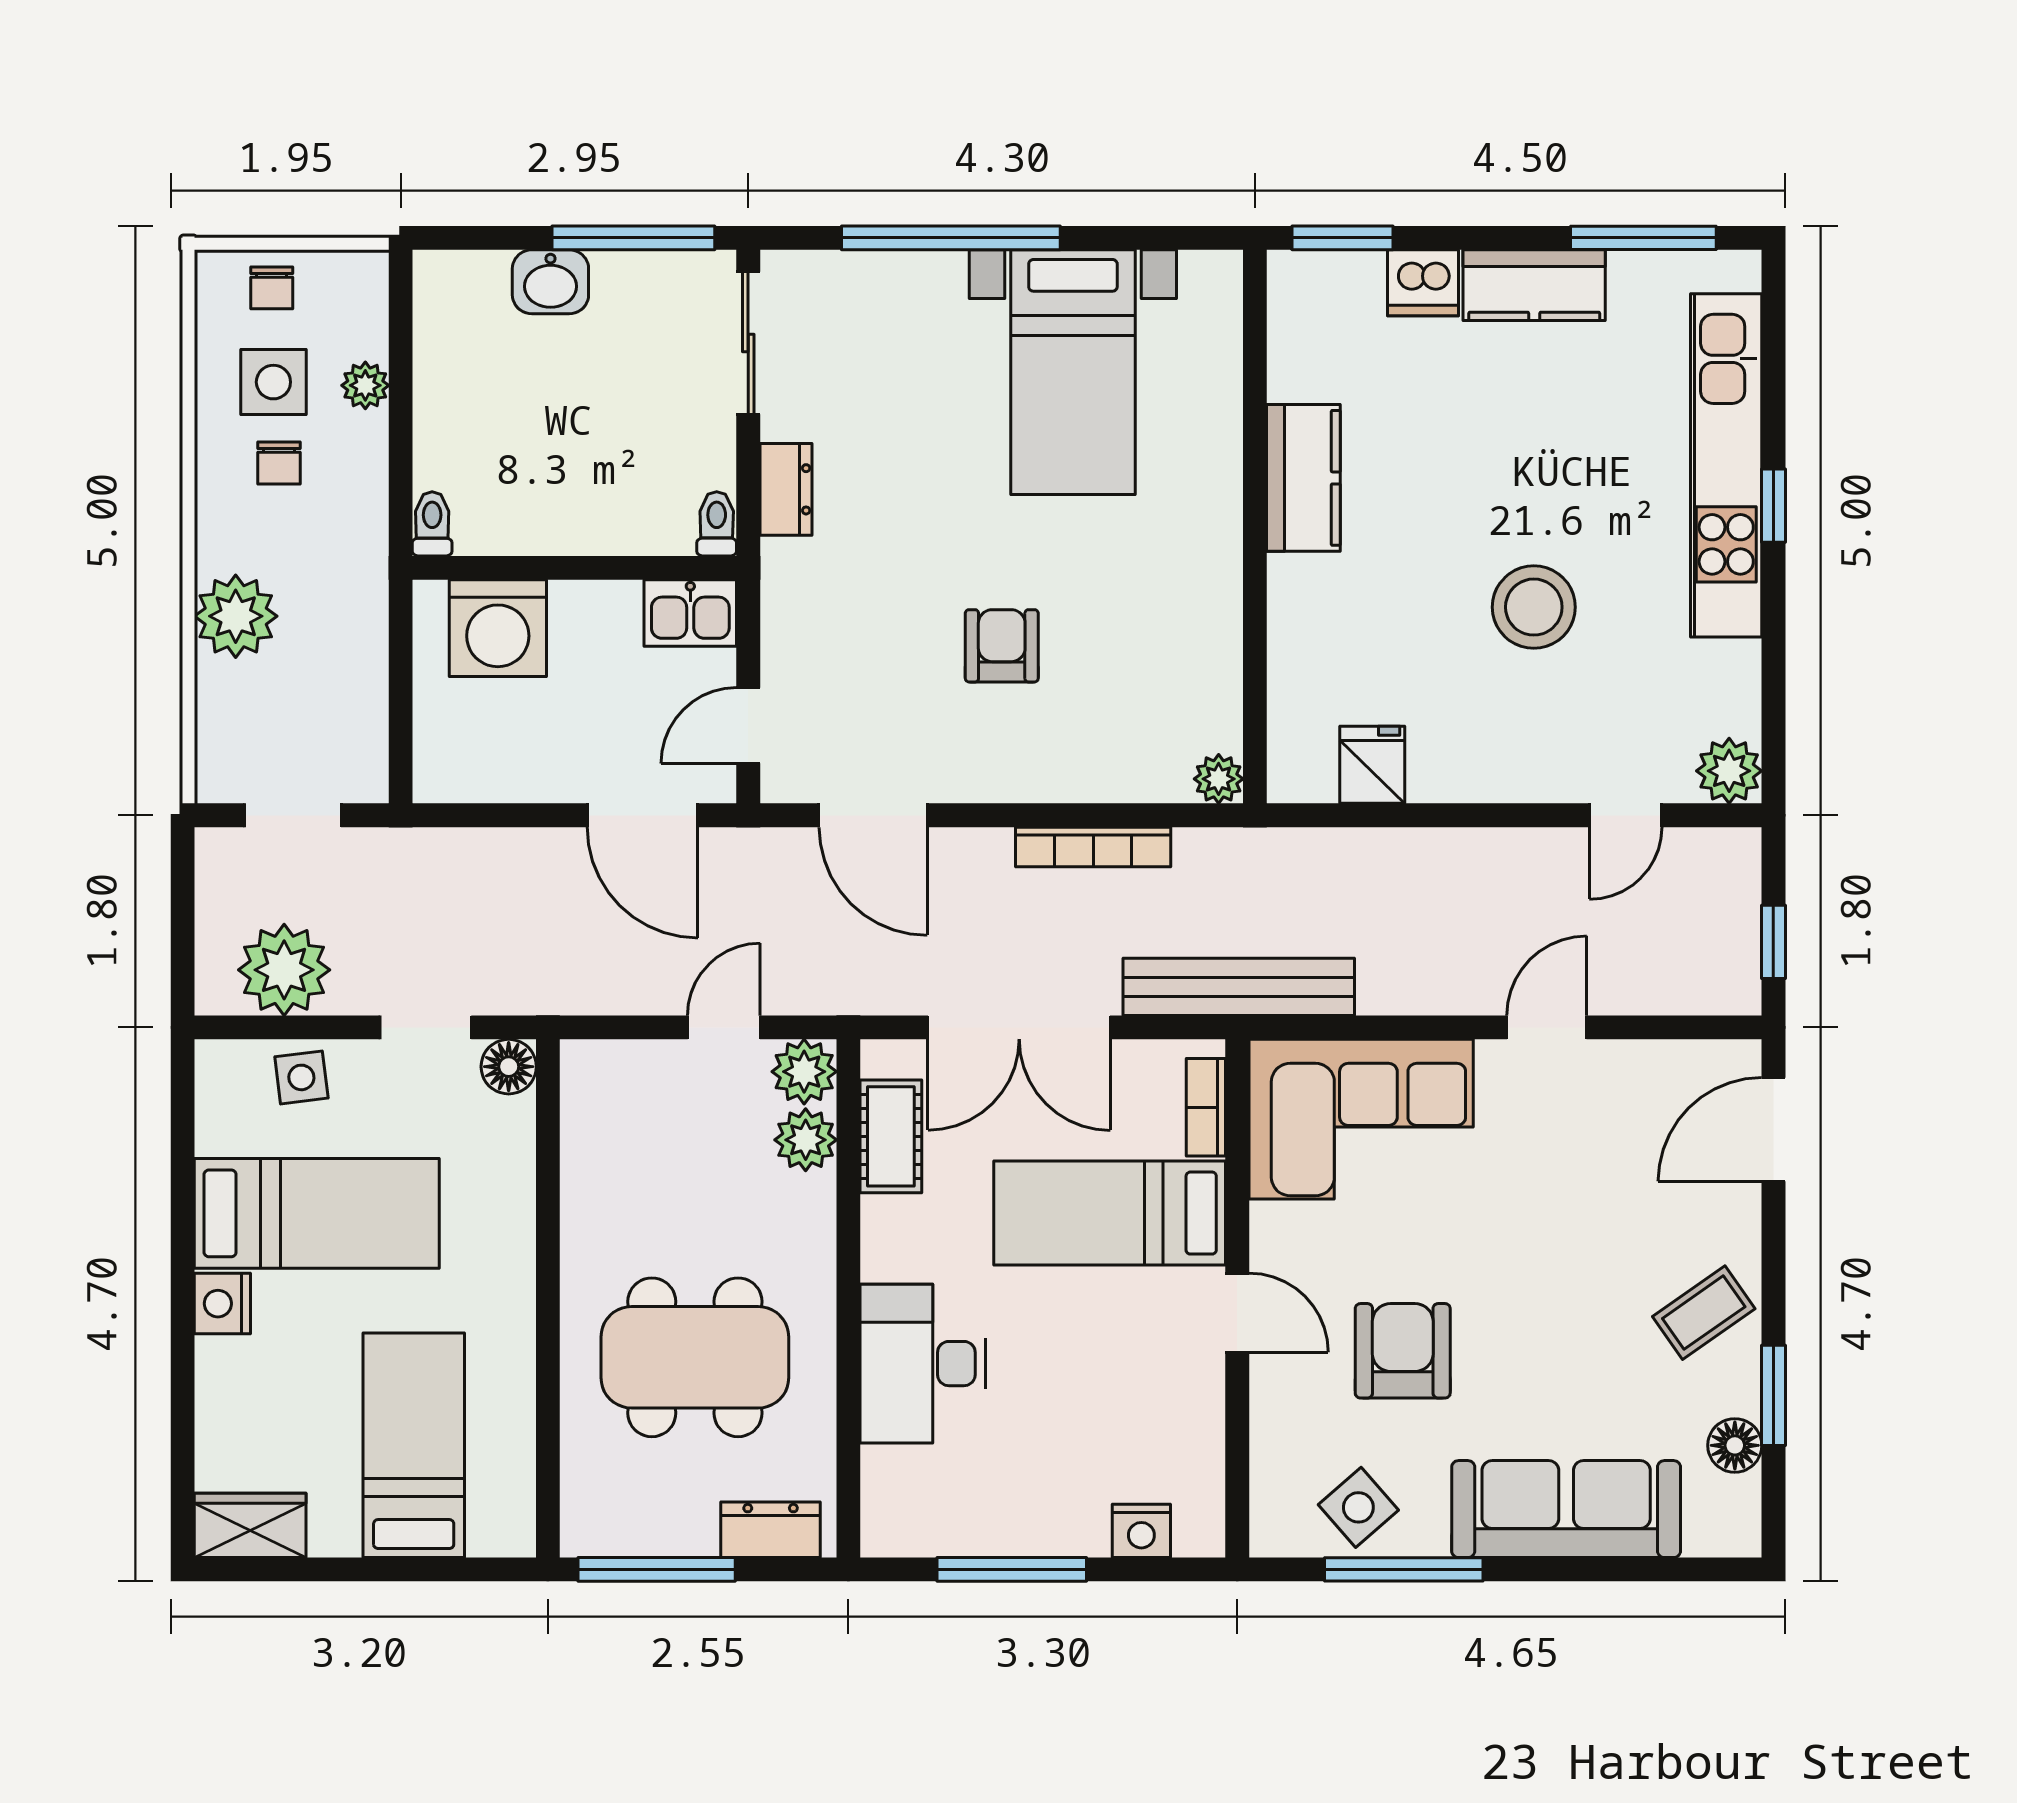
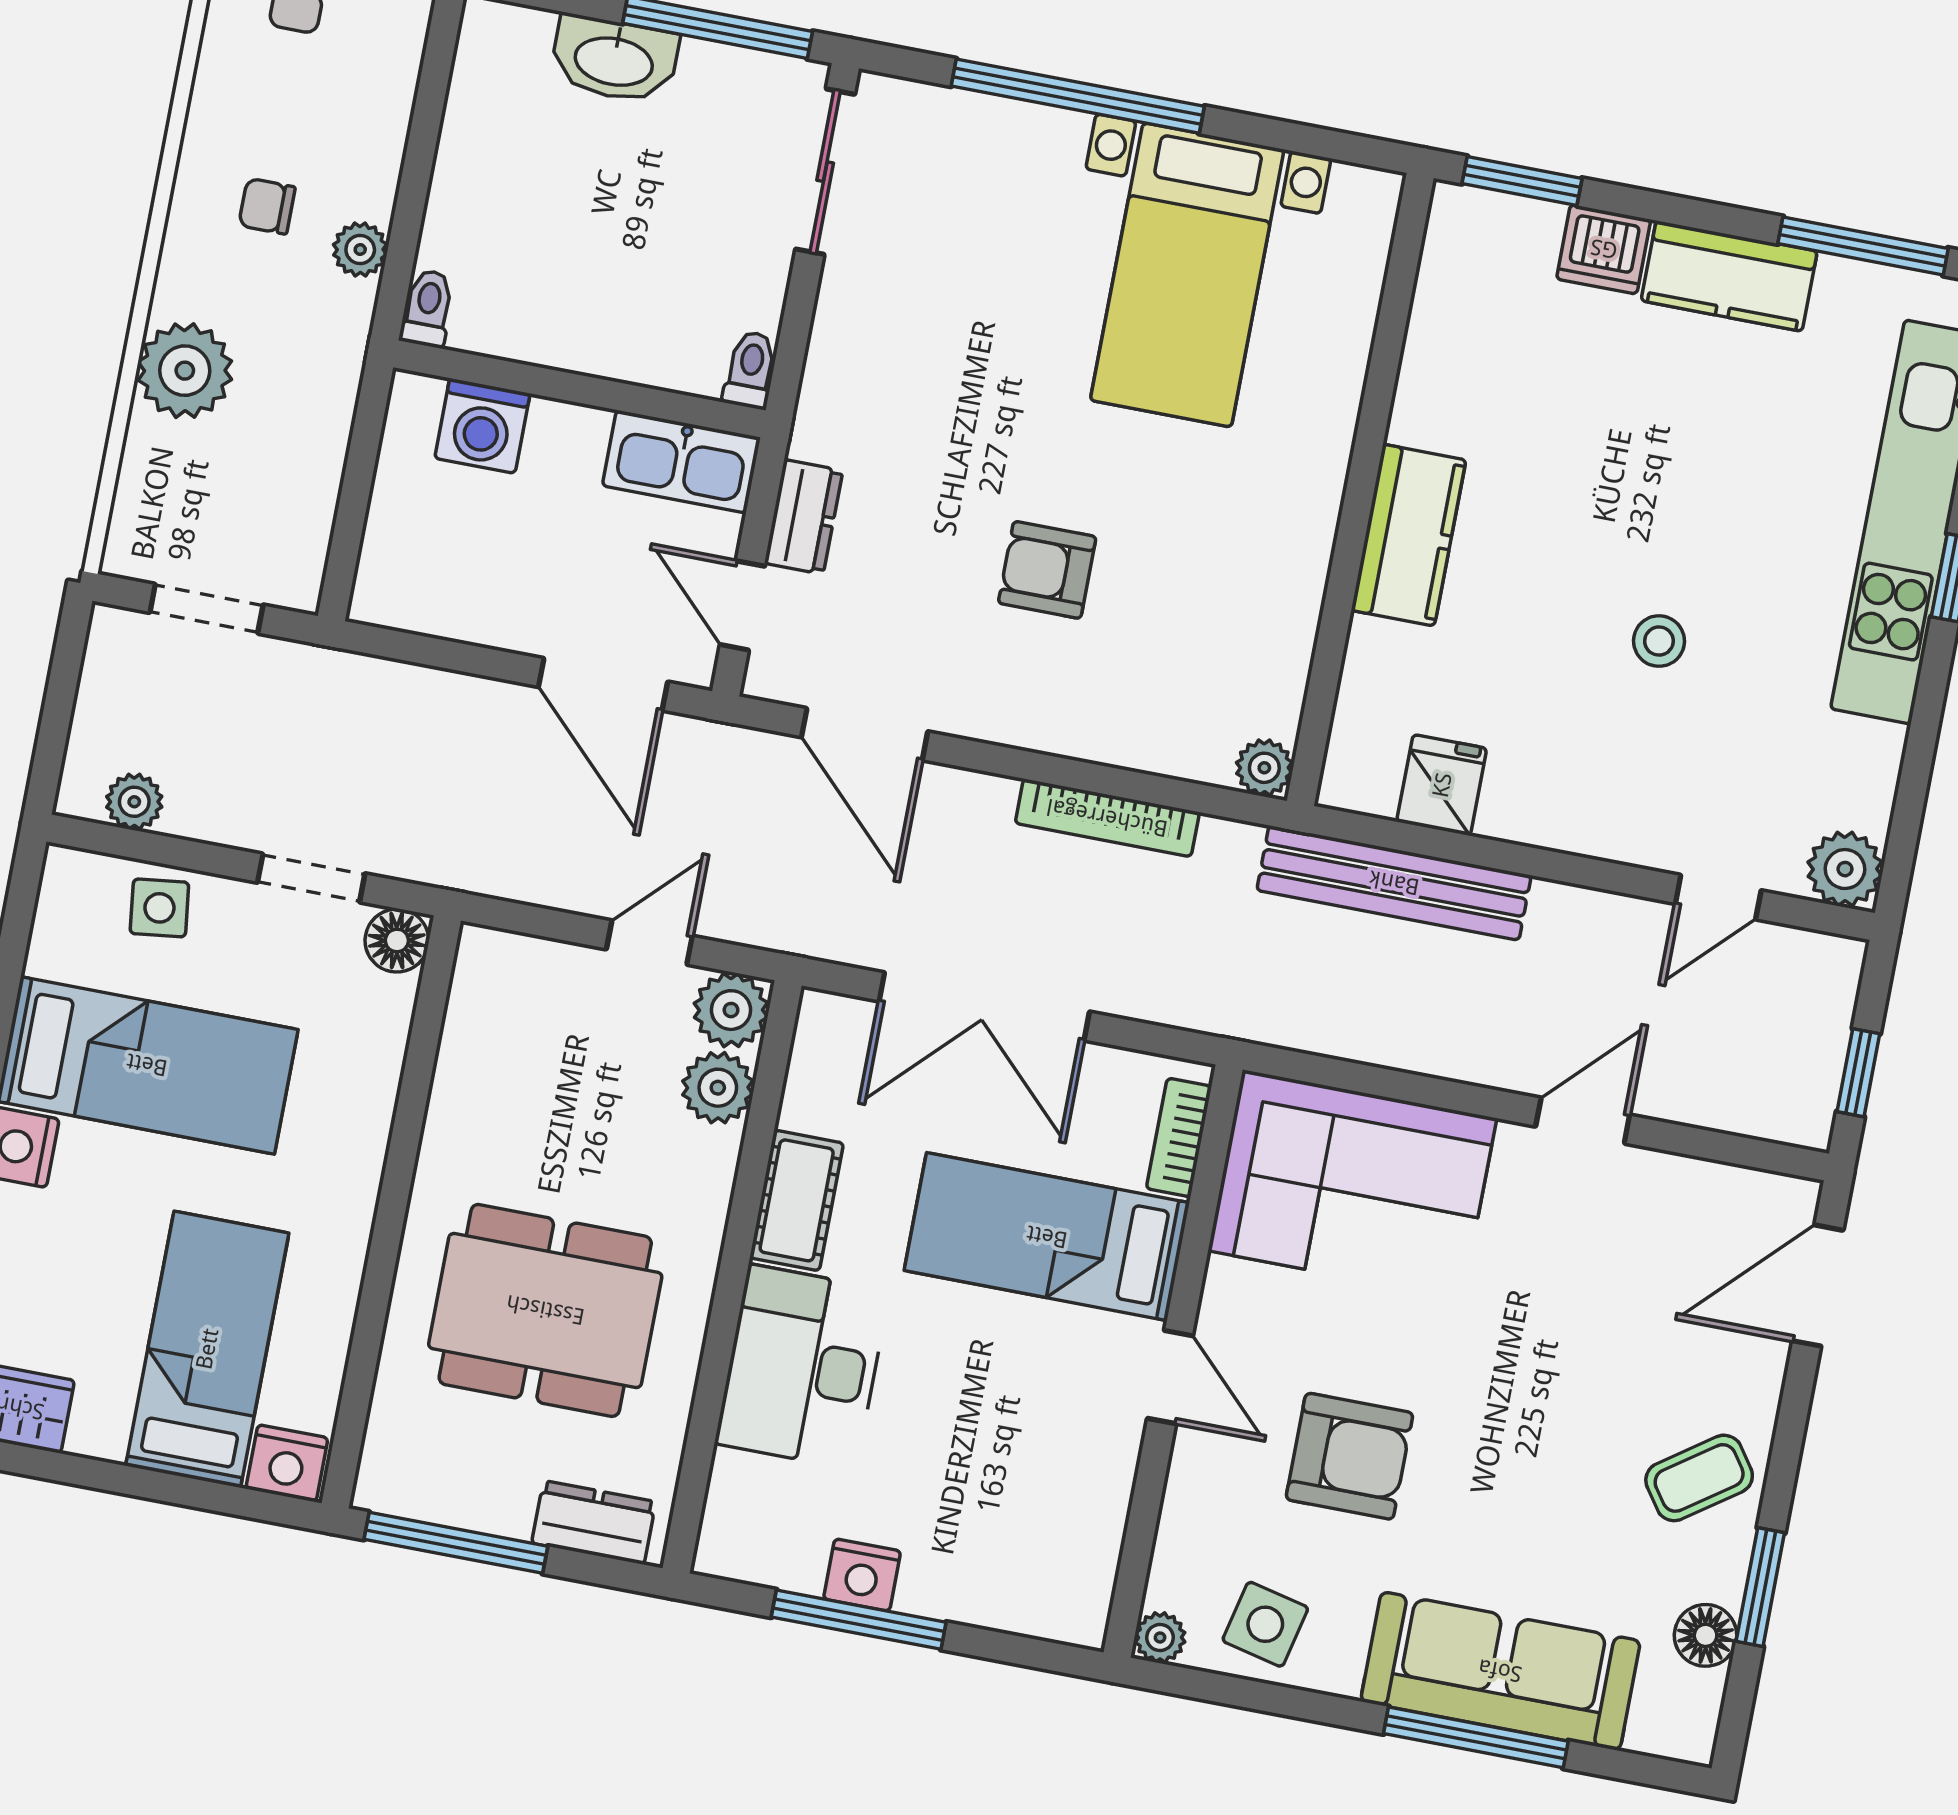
washbasin: (550, 282) -> (614, 59), width x1.38
side table: (273, 382) -> (278, 113), removed
plant: (365, 385) -> (360, 250), moved
chair: (279, 463) -> (267, 206), turned 90
kitchen counter: (1303, 478) -> (1408, 535), moved
dresser: (786, 489) -> (804, 517), moved
stool: (1534, 607) -> (1659, 641), width x0.53, depth x0.53
kitchen sink: (690, 613) -> (681, 462), width x1.38
washing machine: (498, 628) -> (482, 426), width x0.73, depth x0.73
armchair: (1002, 646) -> (1047, 570), turned -90
door: (748, 726) -> (742, 605), hinge flipped
plant: (284, 970) -> (134, 802), width x0.53, depth x0.53
bench: (1239, 987) -> (1394, 883), moved
cot: (891, 1136) -> (797, 1200), moved
armchair: (1403, 1351) -> (1349, 1456), turned 90
side table: (1358, 1507) -> (1265, 1624), turned -36
nightstand: (500, 1529) -> (287, 1463), added
nightstand: (1141, 1531) -> (862, 1575), moved
plant: (1271, 1536) -> (1160, 1637), added
window: (1404, 1569) -> (1476, 1737), moved

